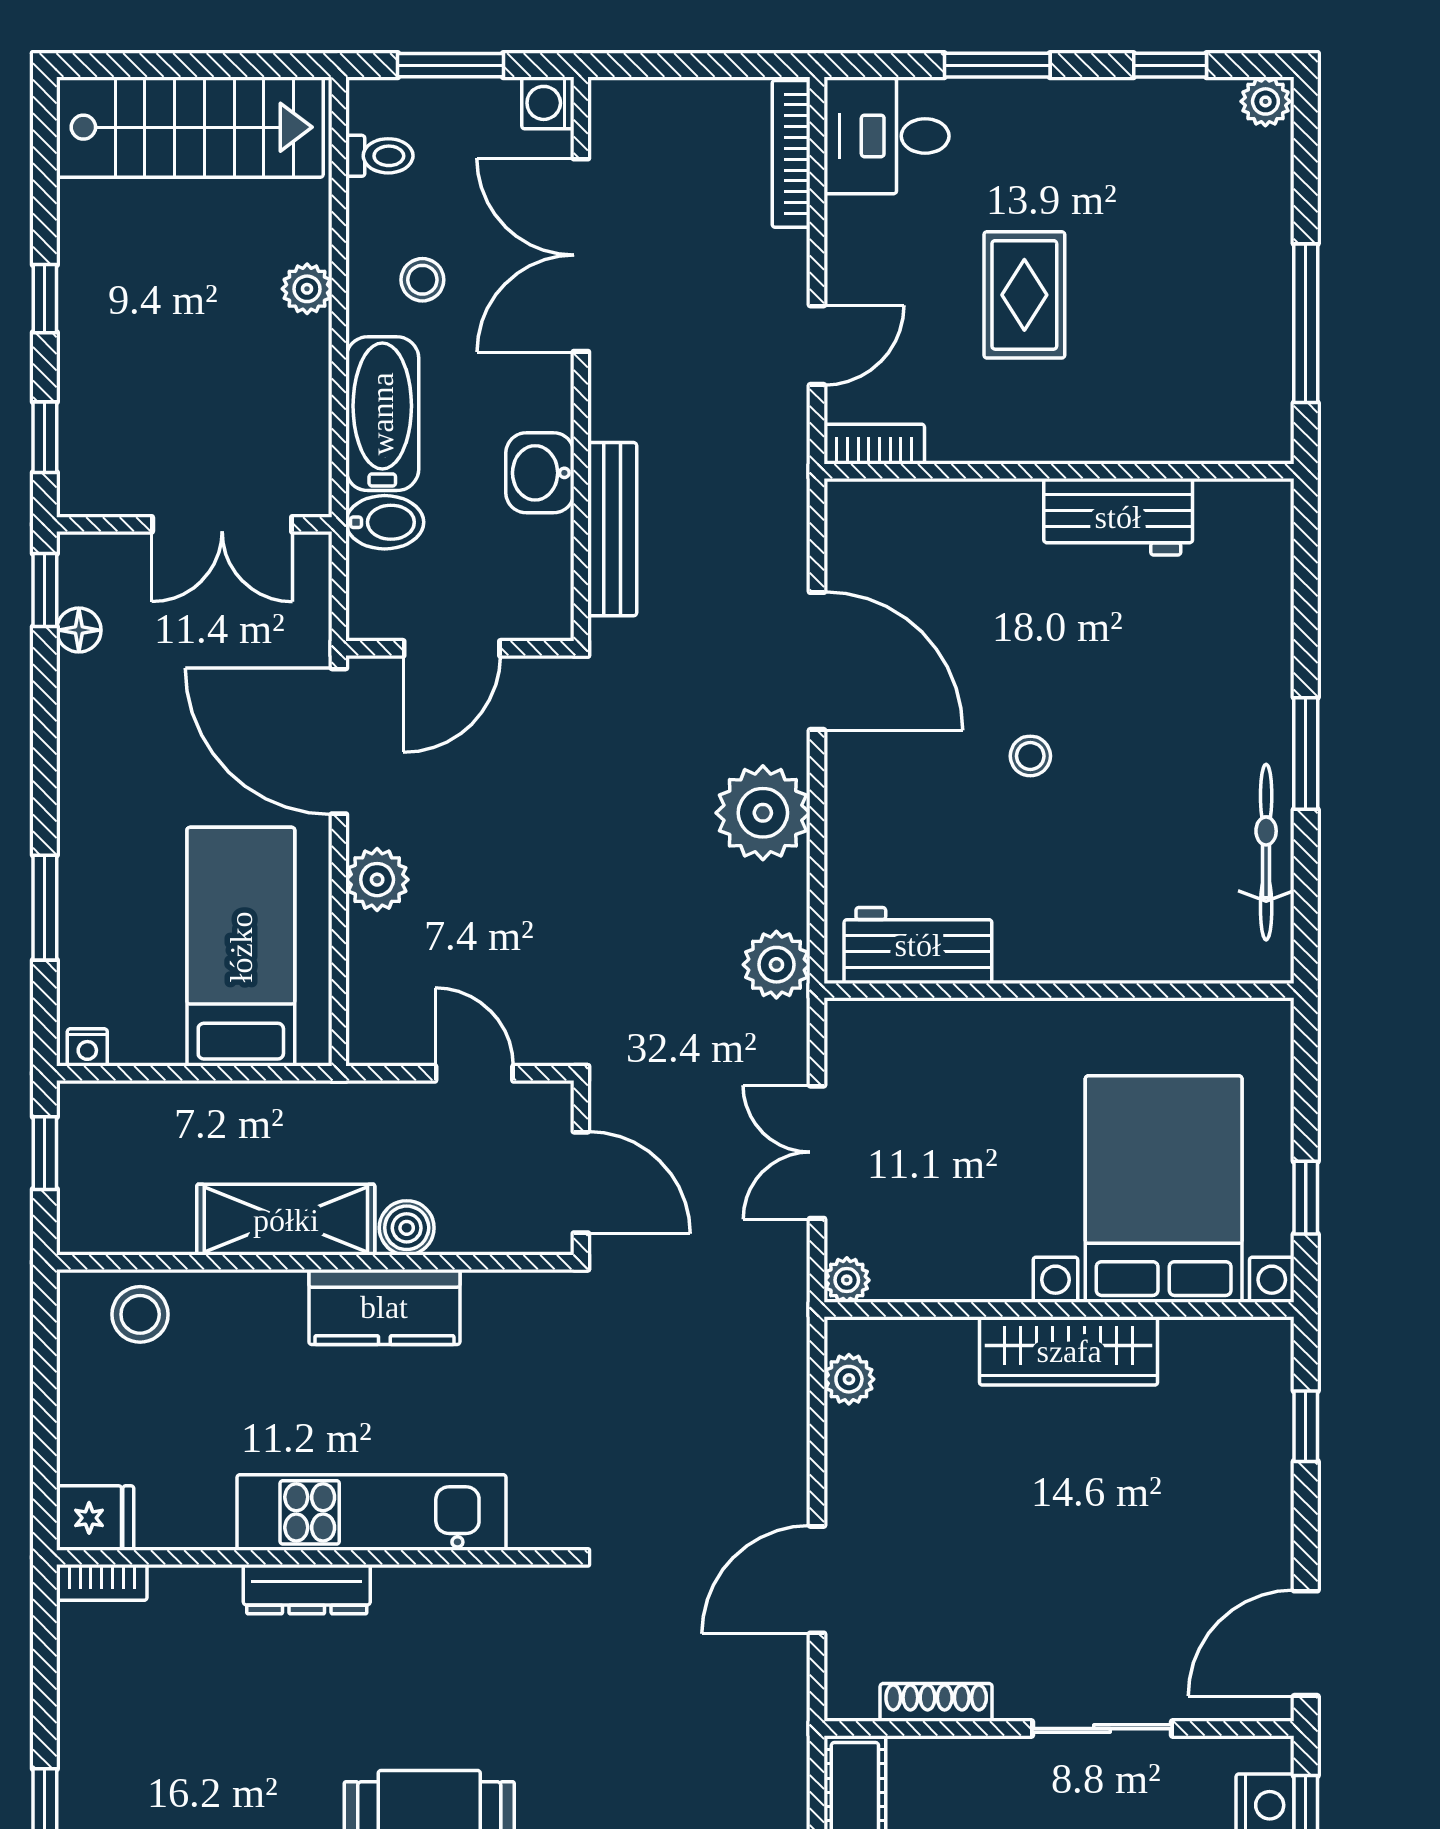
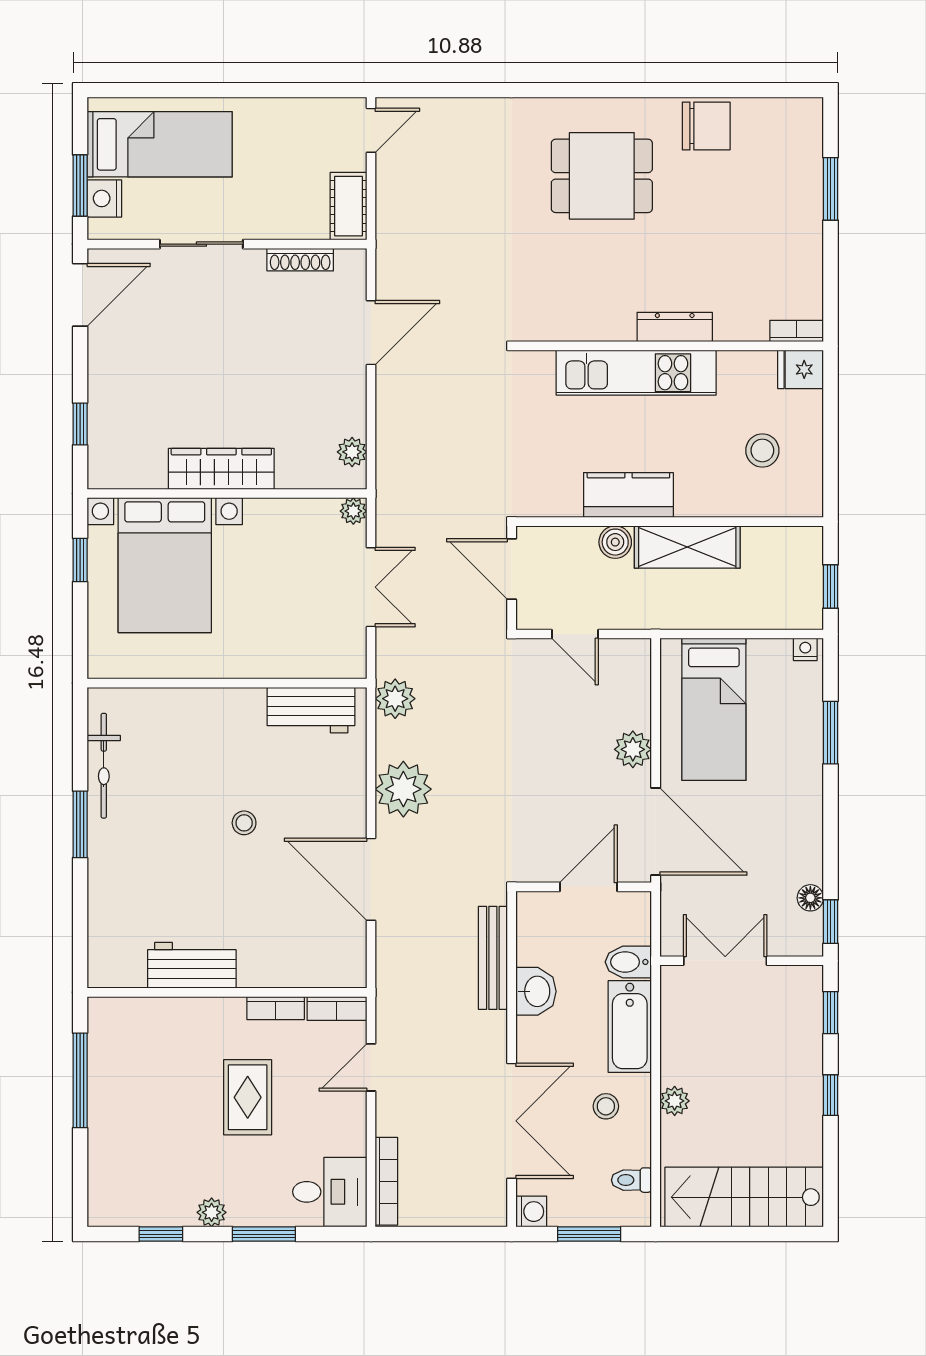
plant: (1265, 101) -> (212, 1212), moved
bookcase: (977, 445) -> (276, 1008), added
stool: (140, 1314) -> (762, 450), moved

